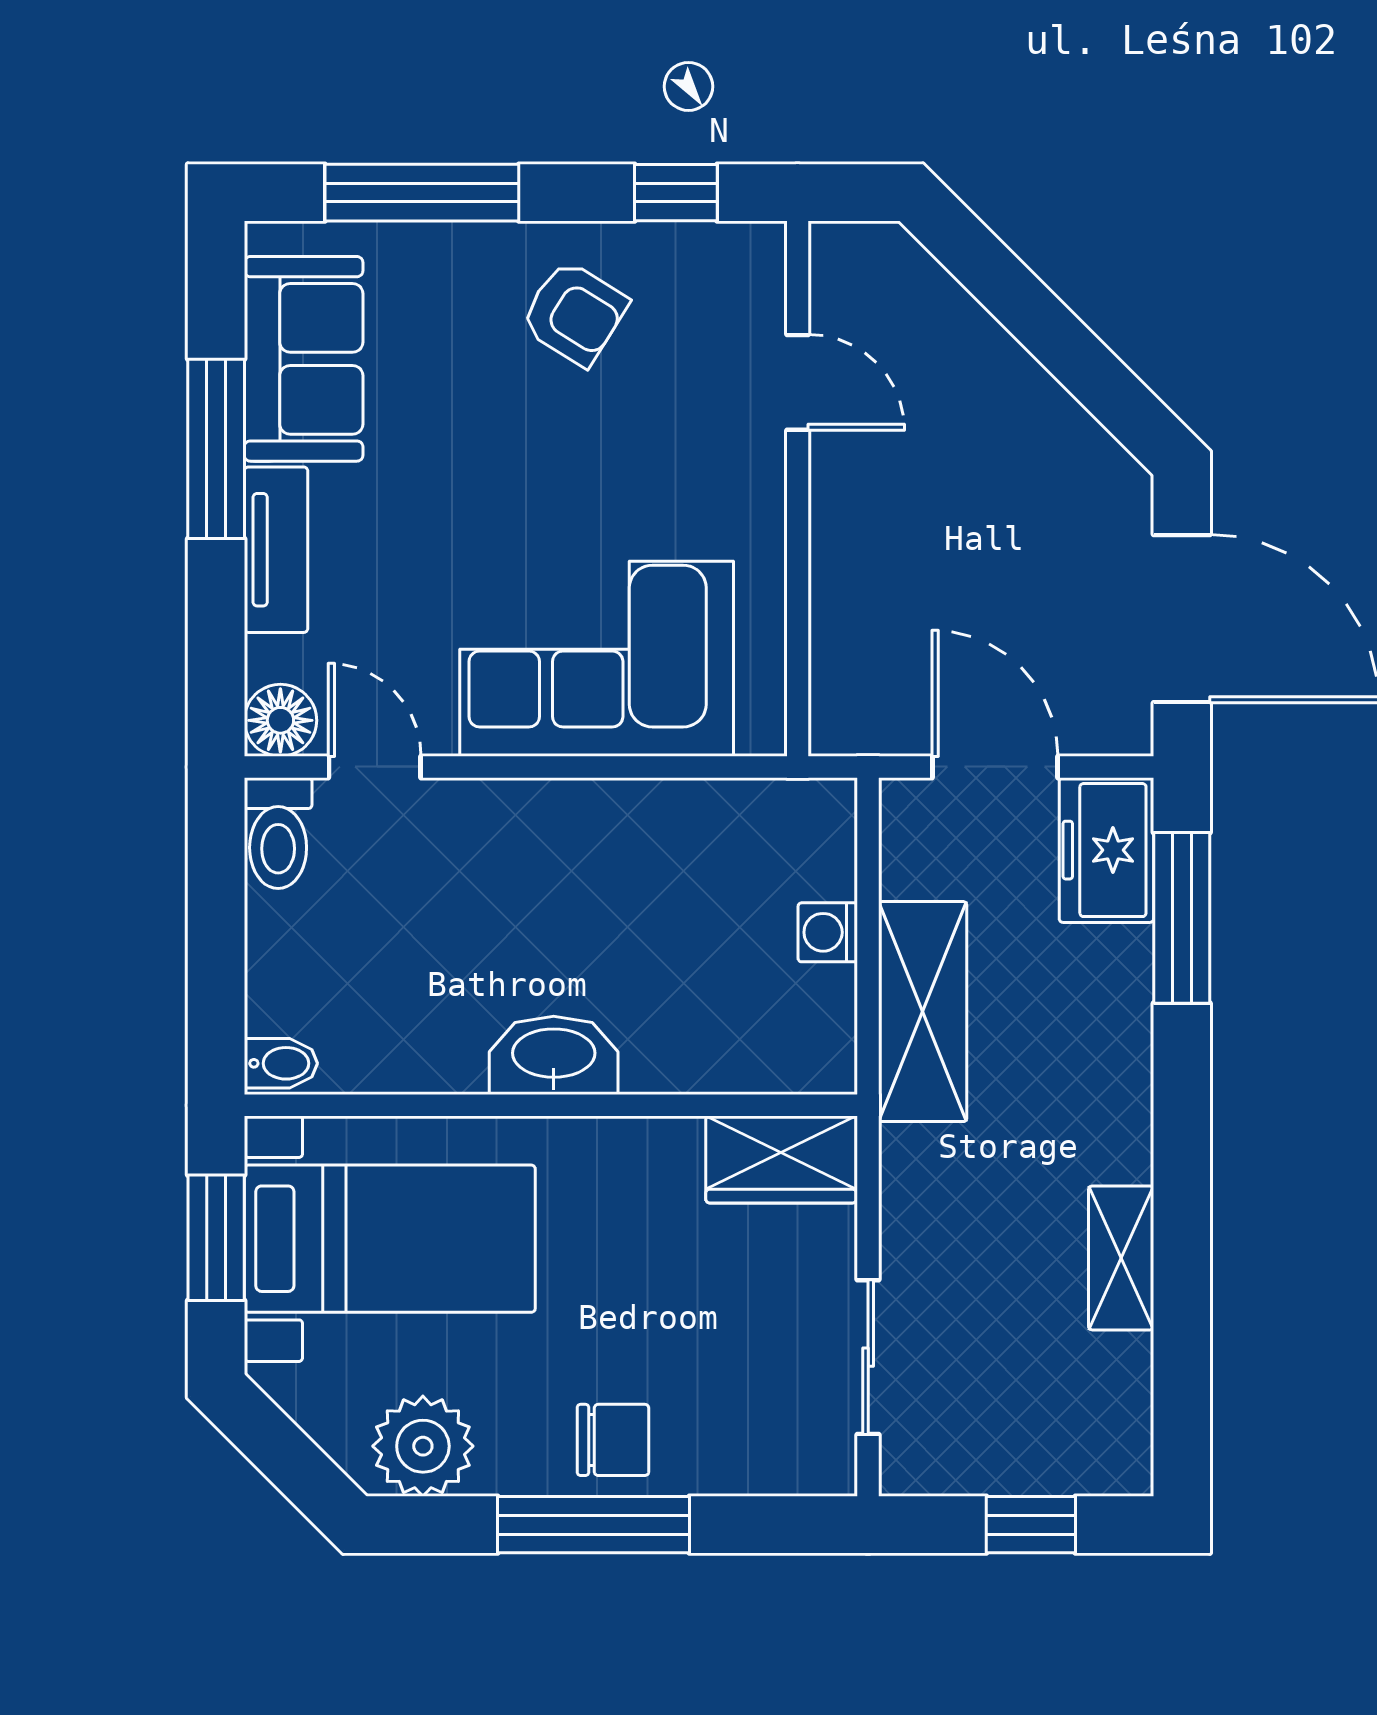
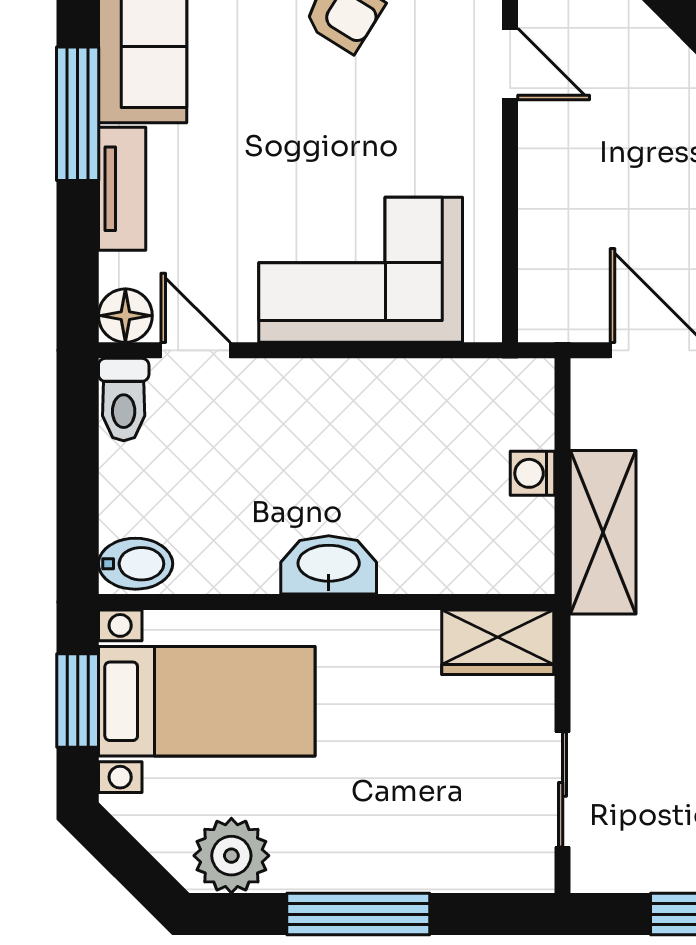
bidet: (281, 1063) -> (136, 564), width x1.38, depth x1.36
chair: (613, 1440) -> (373, 851), removed

